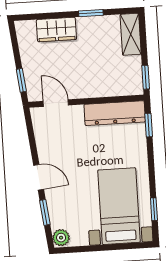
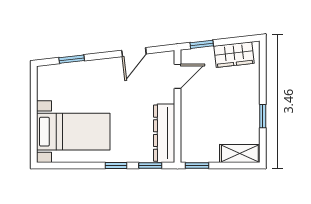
wardrobe: (56, 30) -> (234, 55), moved, turned -97
door: (39, 177) -> (134, 52), moved
window: (154, 209) -> (116, 165), moved
plant: (61, 238) -> (46, 73), removed

